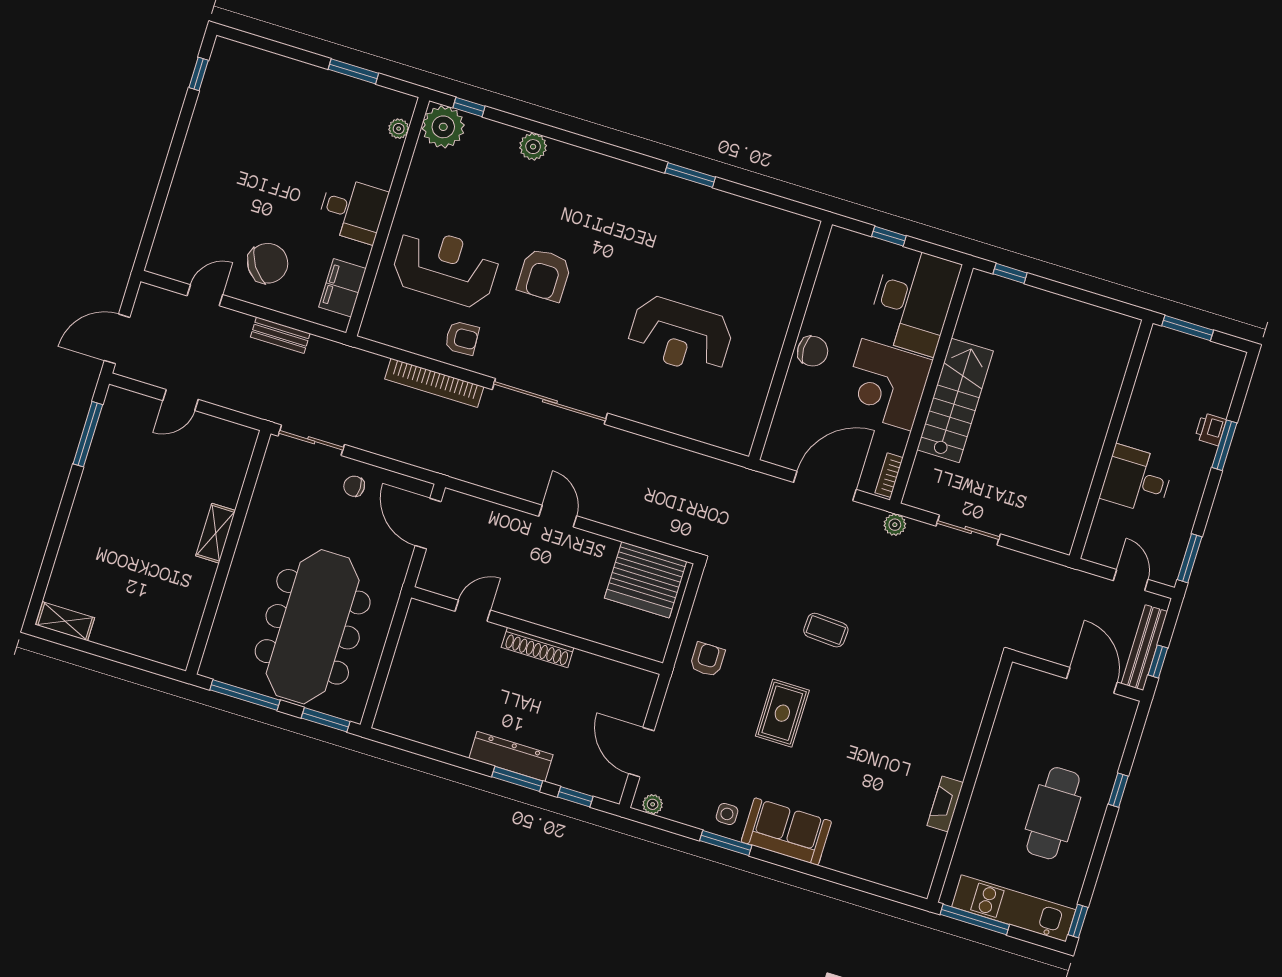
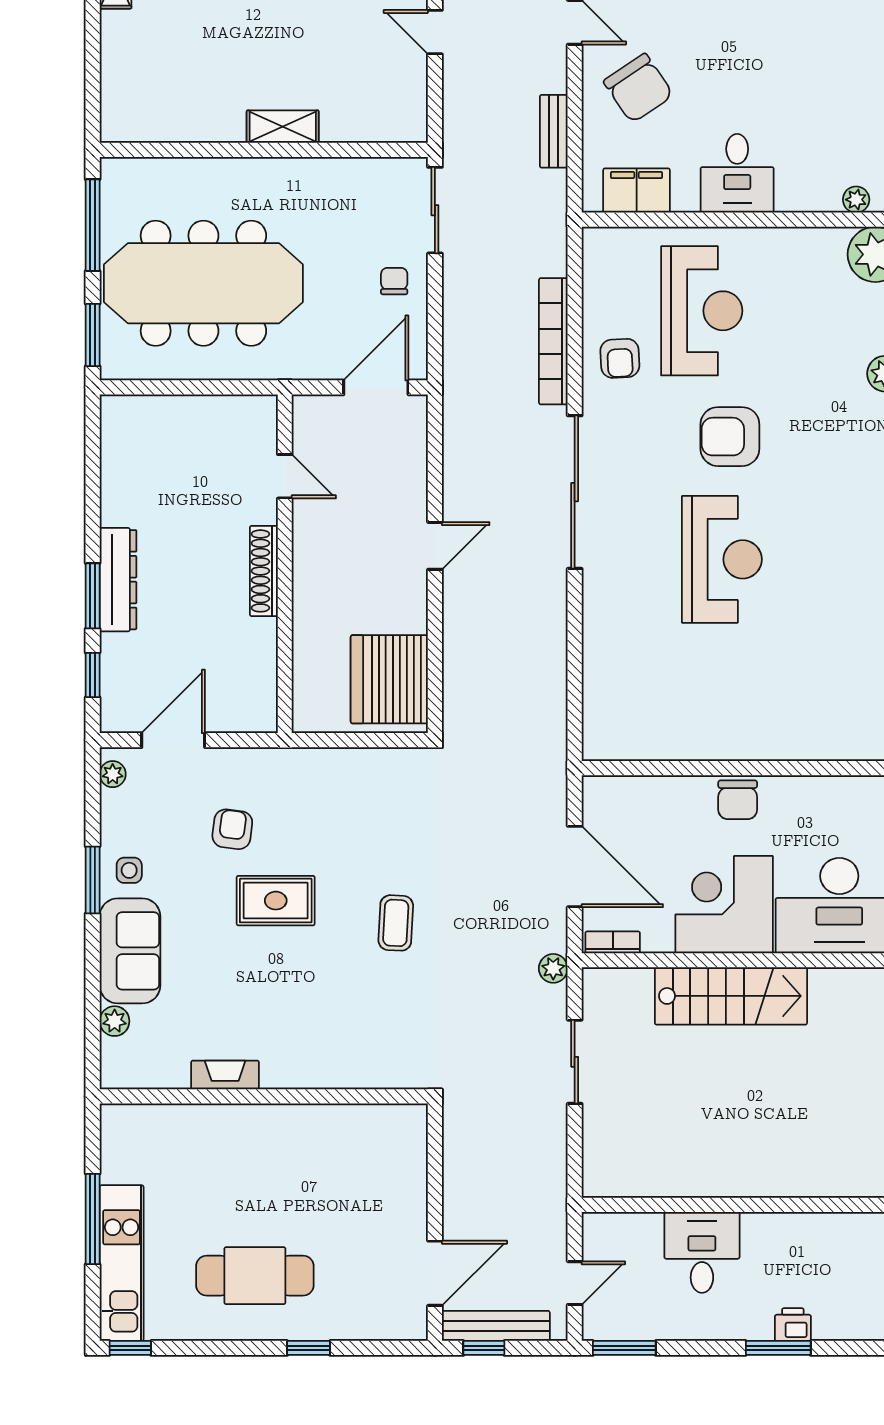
reception desk: (680, 335) -> (722, 559), moved, turned 180
armchair: (707, 659) -> (232, 829), moved, turned -83
wall: (970, 780) -> (264, 1096), moved
fireplace: (945, 804) -> (225, 1075), moved
plant: (834, 859) -> (115, 1021), added

